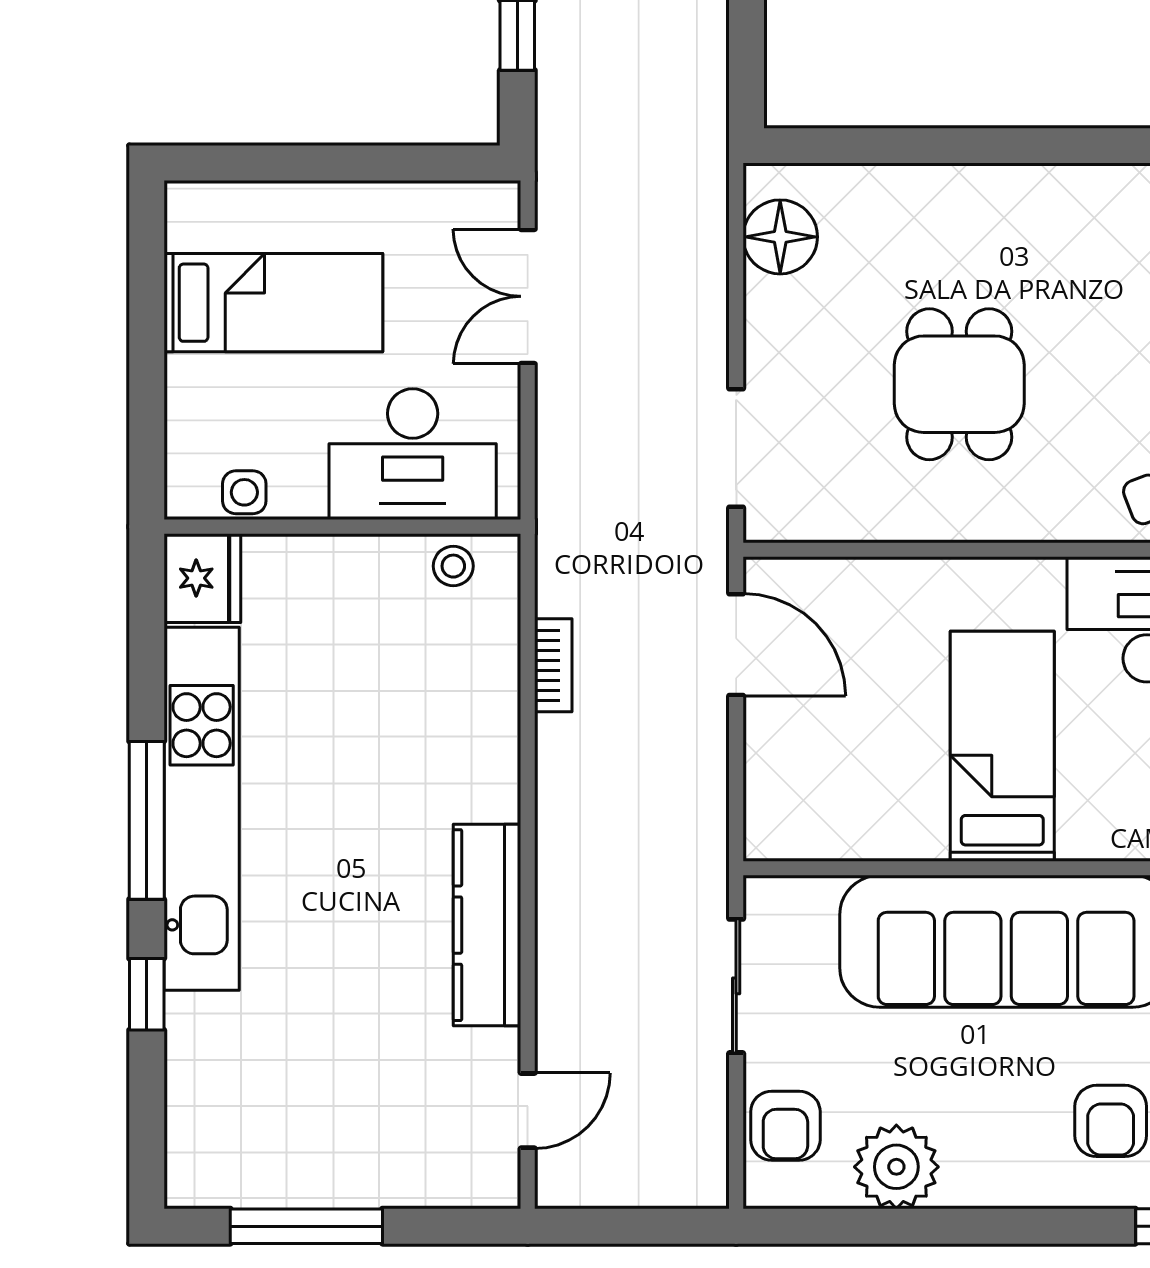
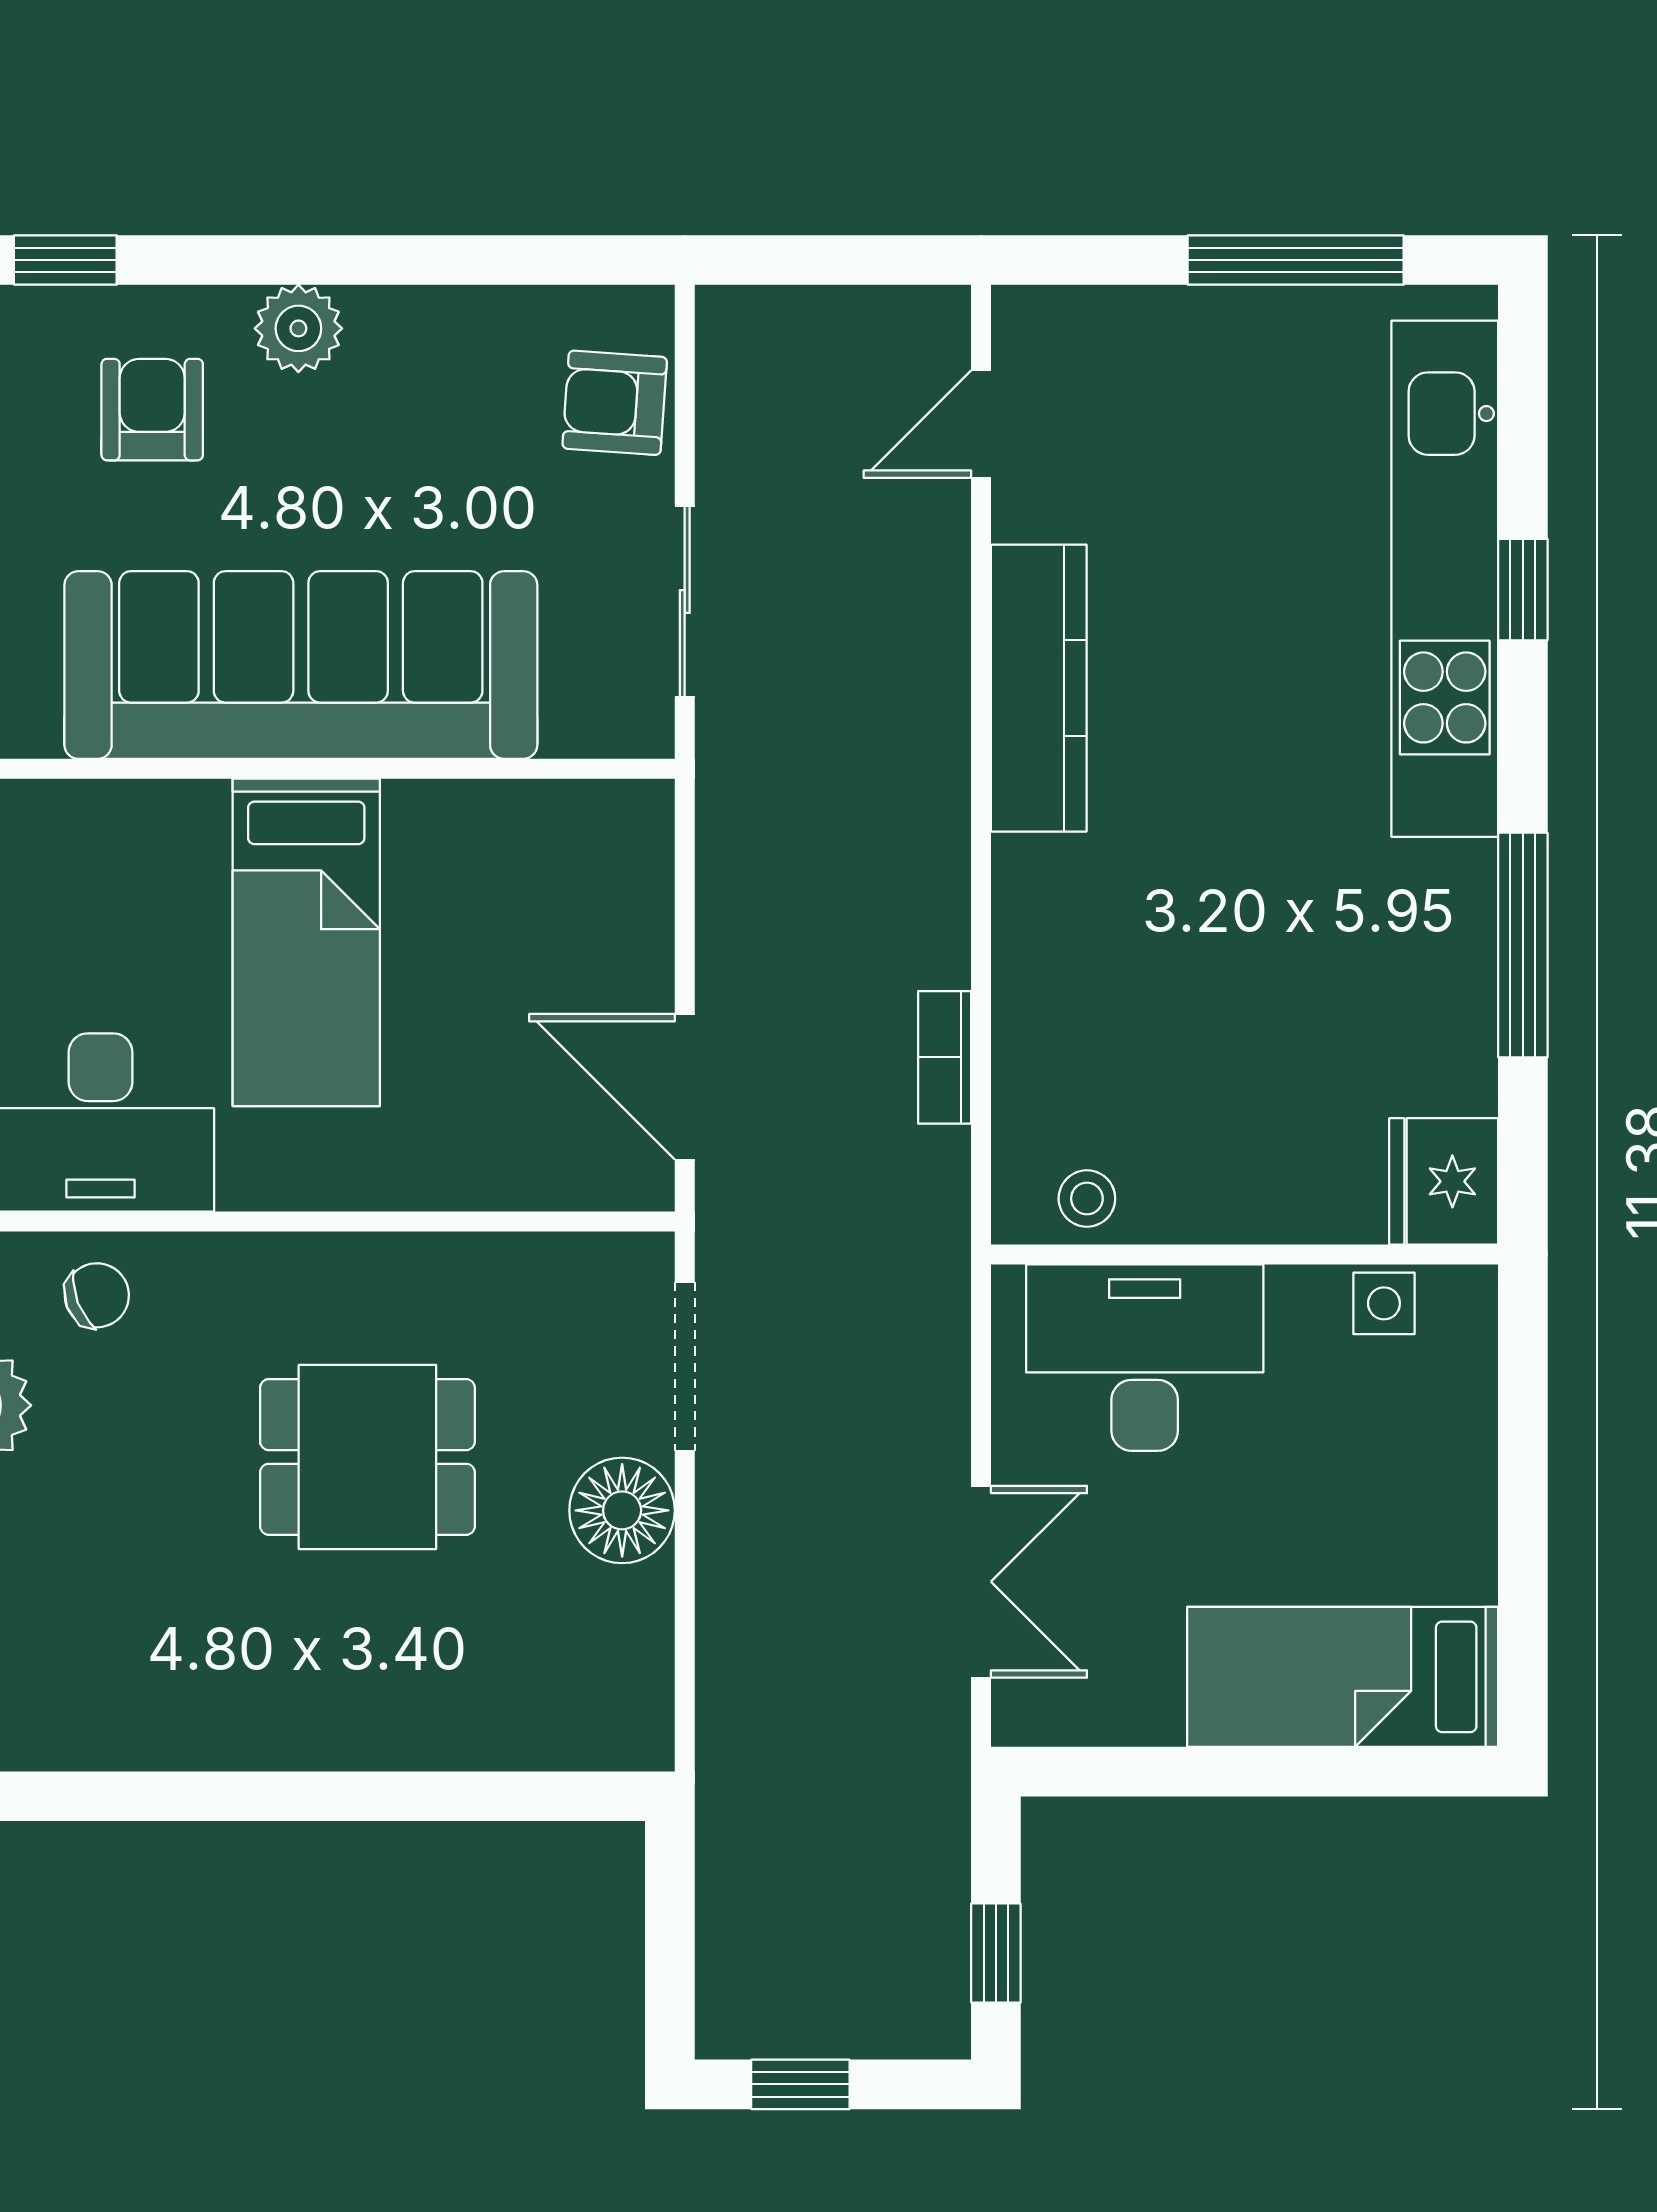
floor lamp: (780, 237) -> (622, 1510), moved
bed: (273, 303) -> (1343, 1677), moved
dining table: (959, 384) -> (367, 1457), turned 90
kitchen unit: (202, 809) -> (1445, 579), moved
window: (147, 820) -> (1523, 945), moved
armchair: (785, 1126) -> (615, 403), turned -86
plant: (896, 1167) -> (298, 328), moved, width x0.73, depth x0.73

